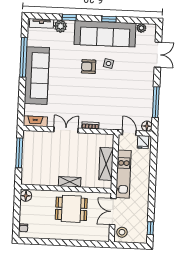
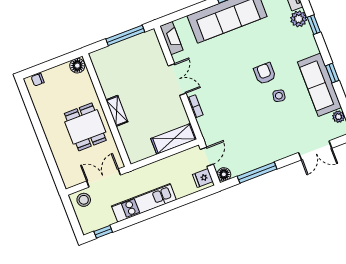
sofa: (105, 34) -> (320, 85), width x0.74, depth x0.79
shelving: (106, 164) -> (174, 139), moved
kitchen unit: (123, 174) -> (144, 203), moved, turned 180

